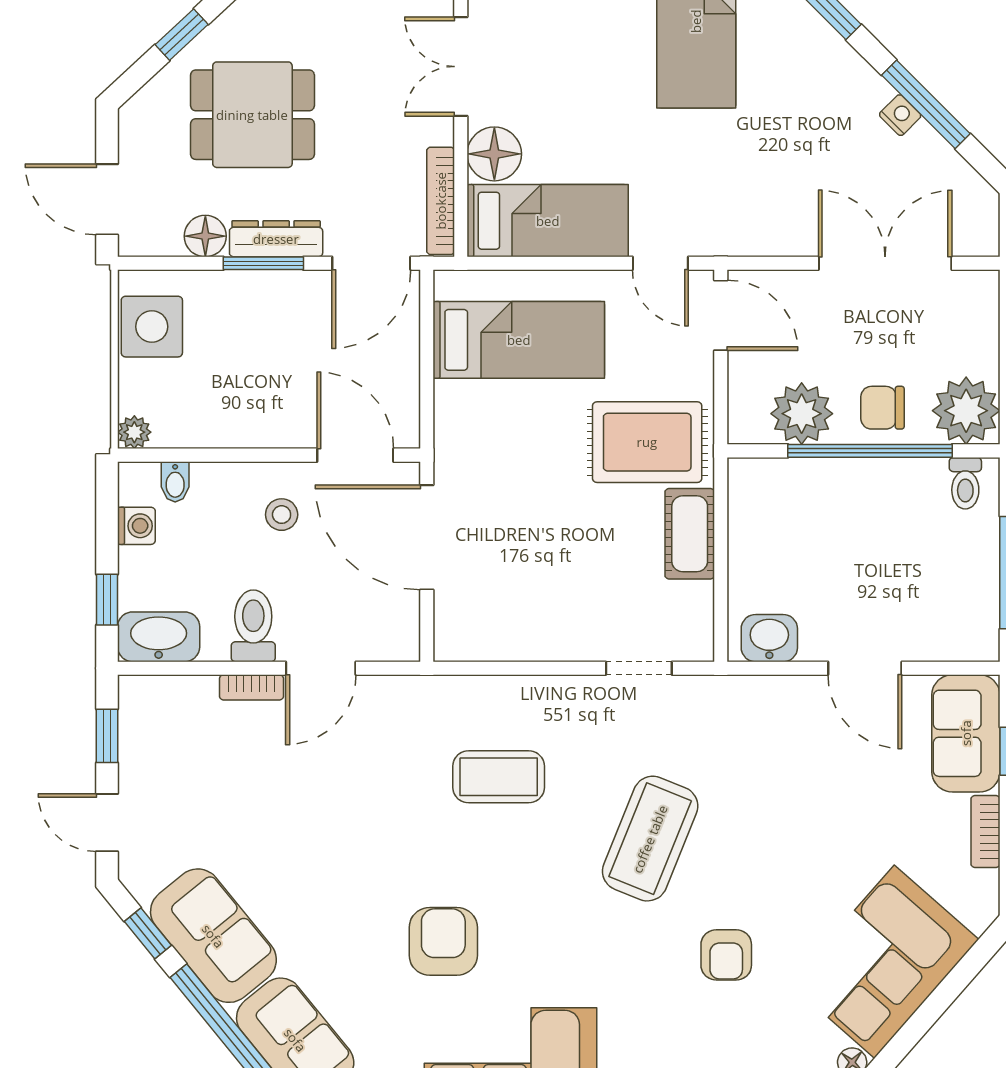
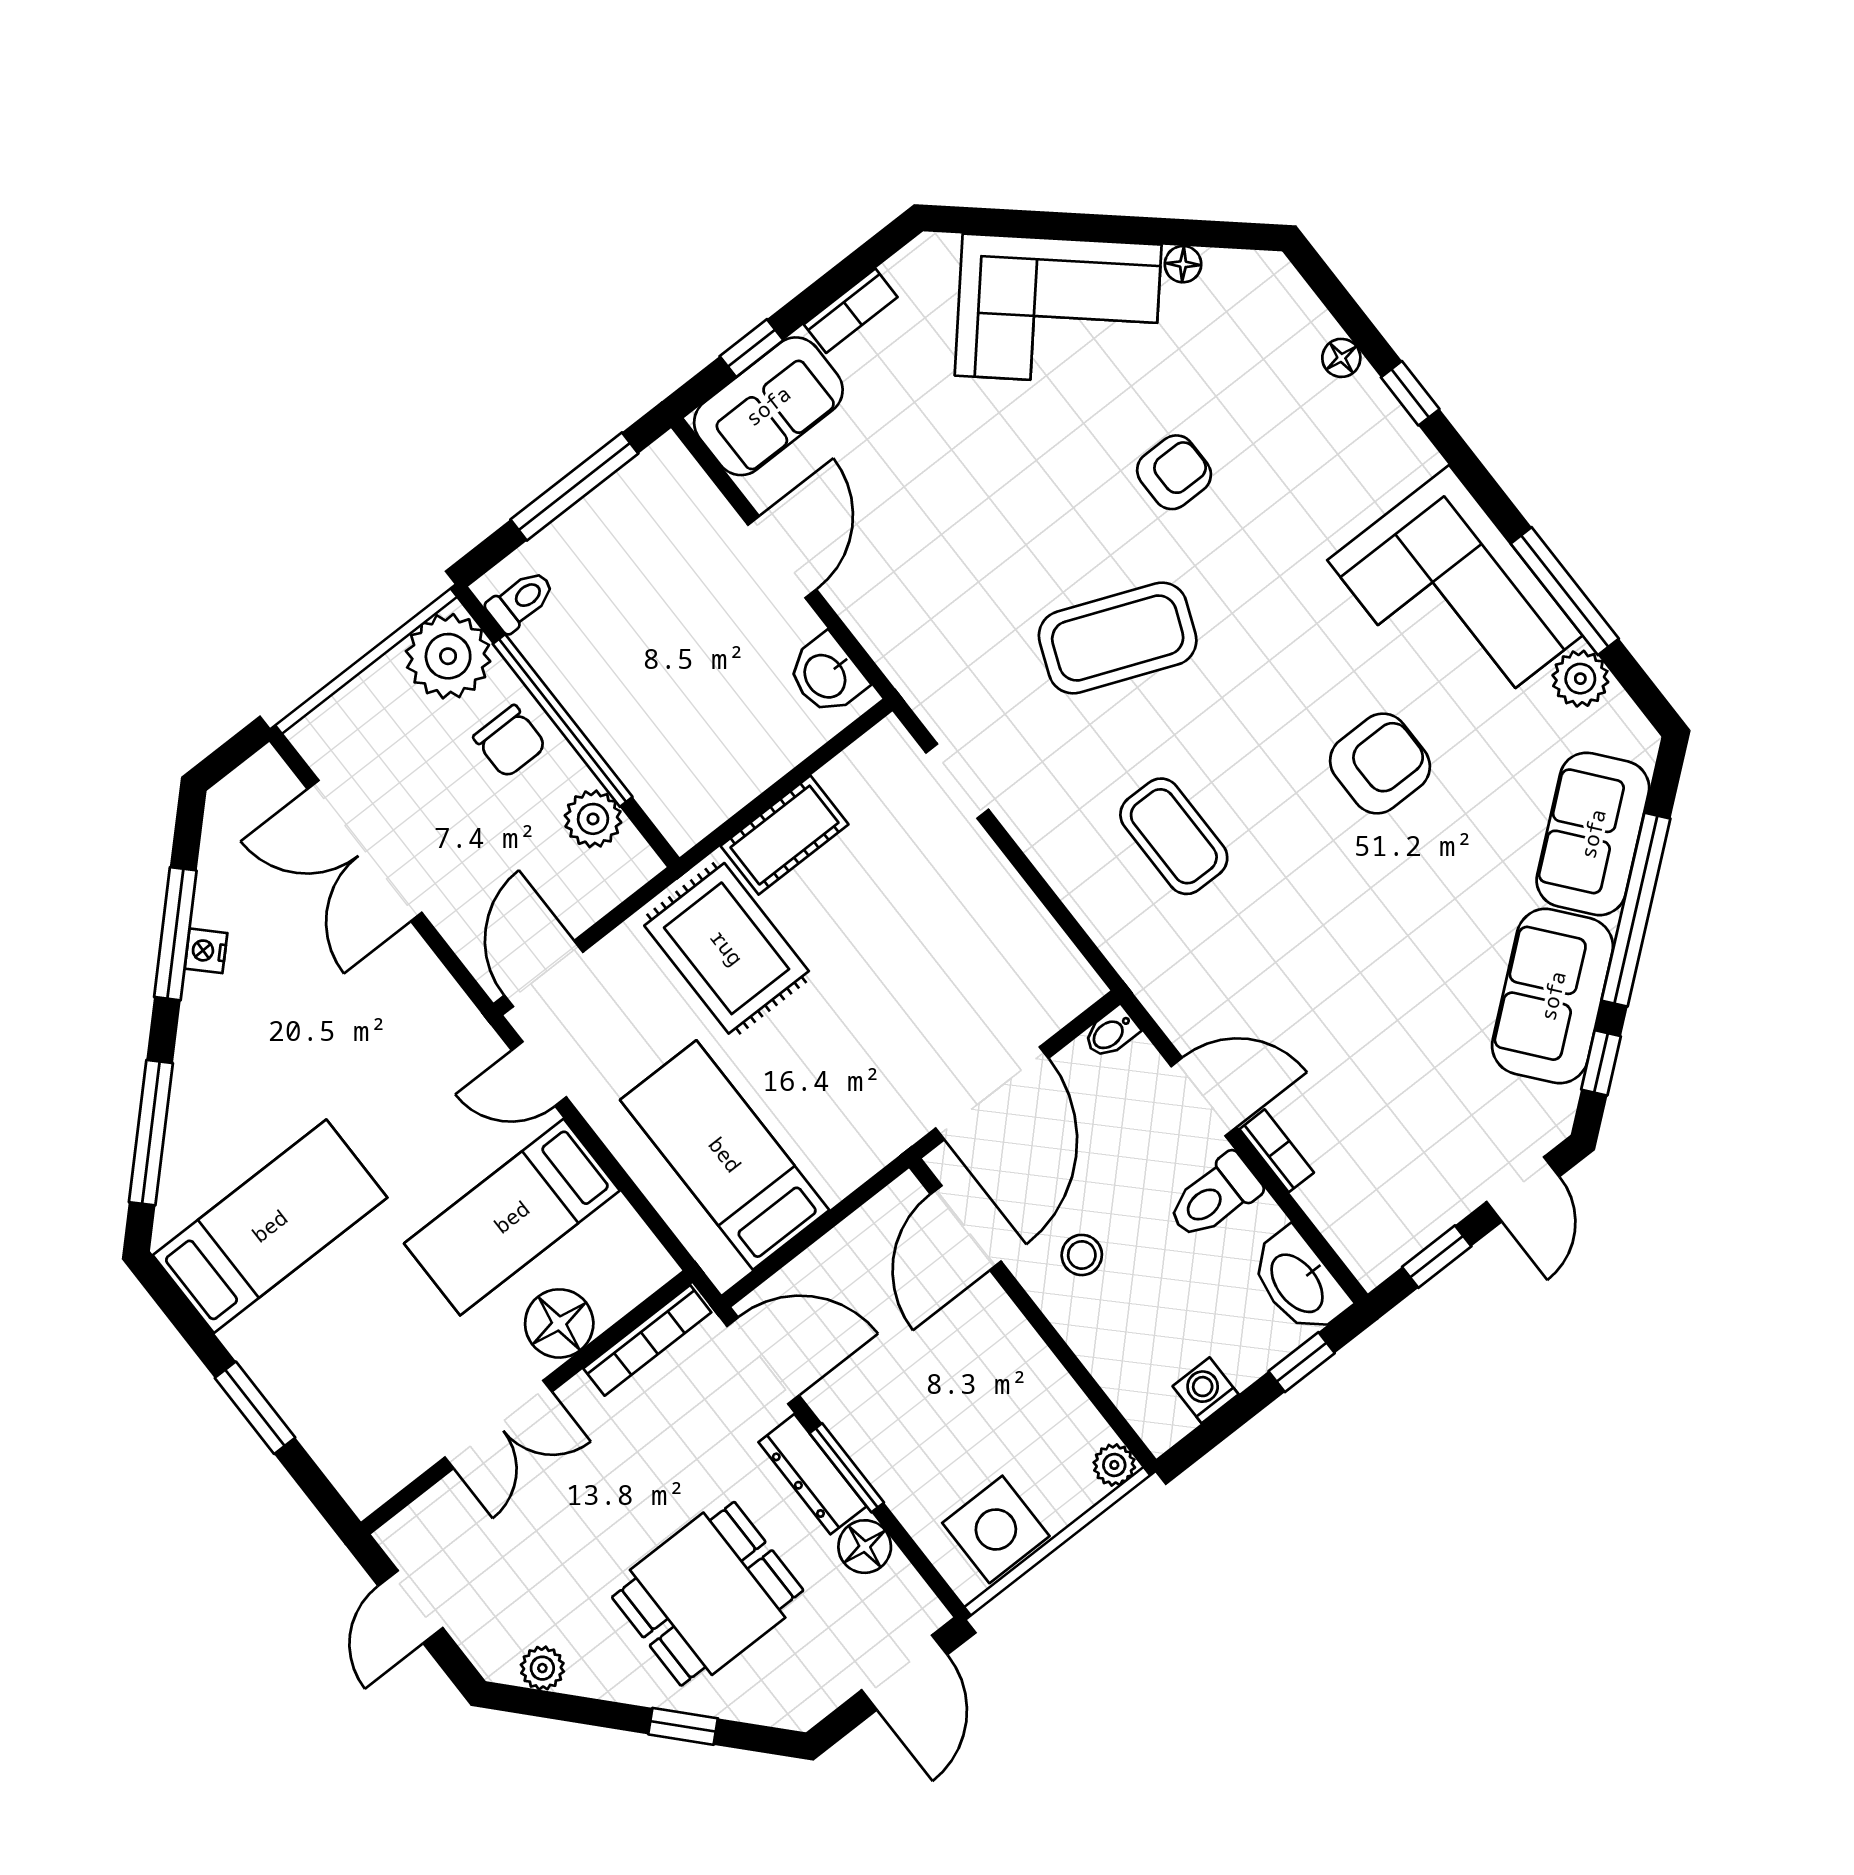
dining table: (252, 115) -> (708, 1594), turned 90
bed: (548, 221) -> (512, 1217), moved, turned -90
door: (660, 263) -> (539, 1074), swing flipped
plant: (802, 414) -> (593, 819), width x0.73, depth x0.73
bidet: (175, 482) -> (1111, 1033), moved, turned 180
armchair: (443, 941) -> (1380, 763), turned 180

